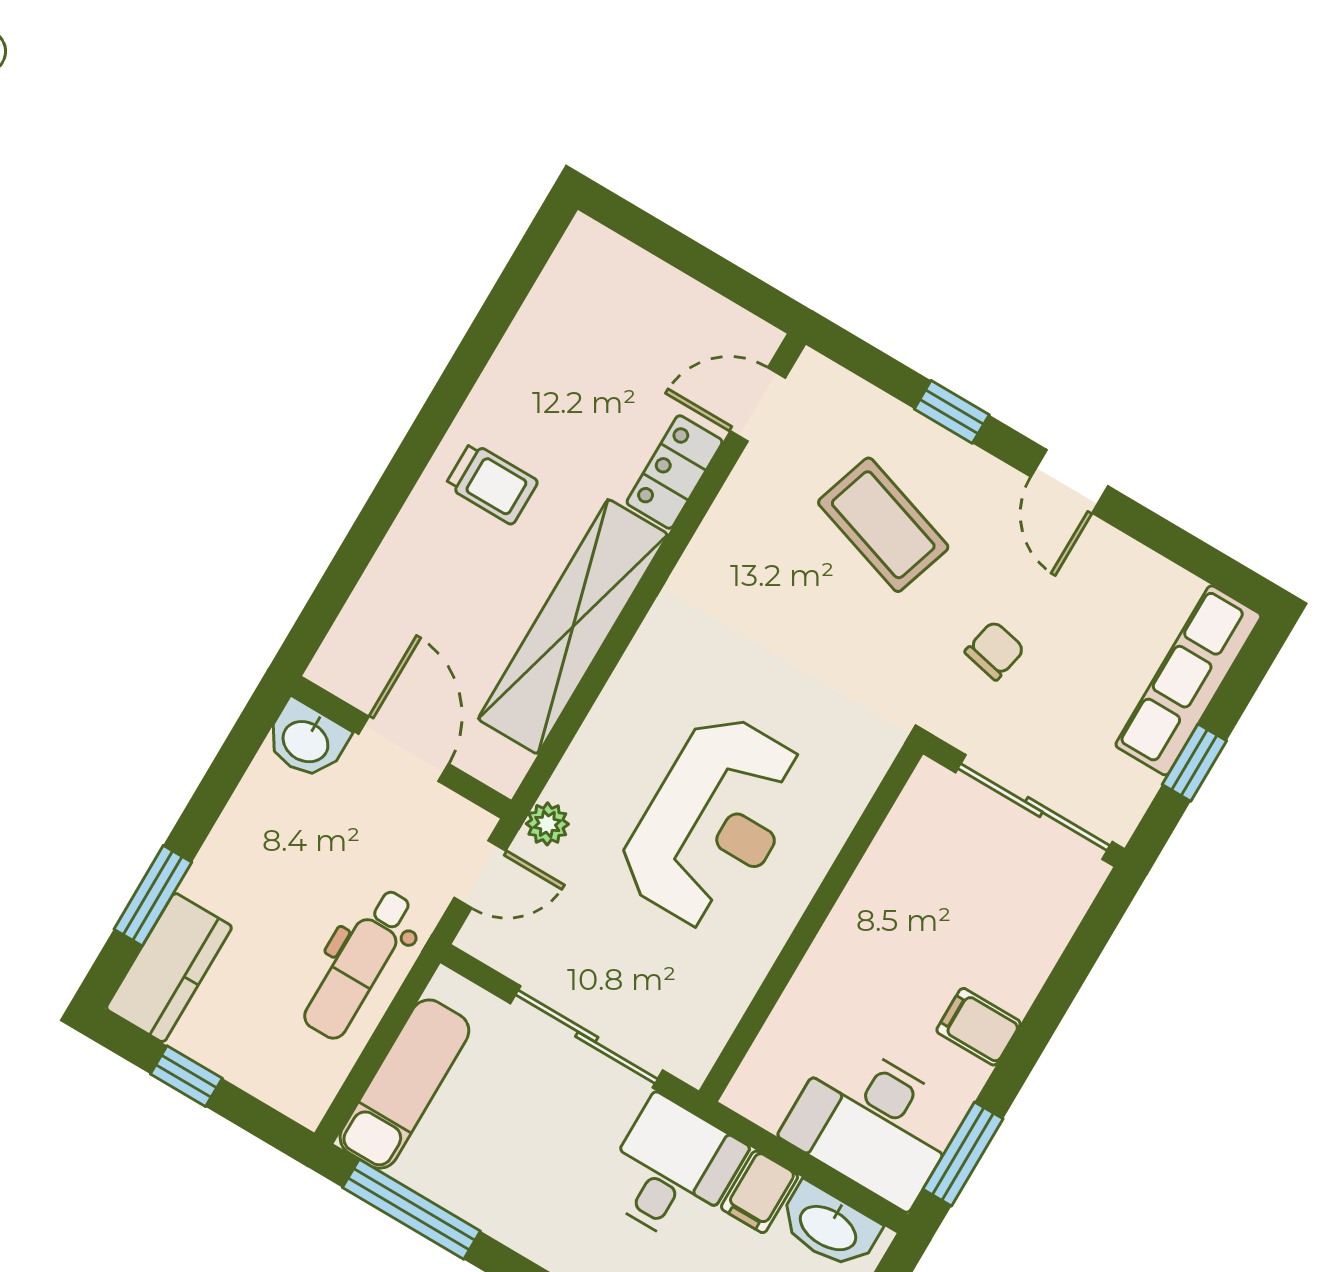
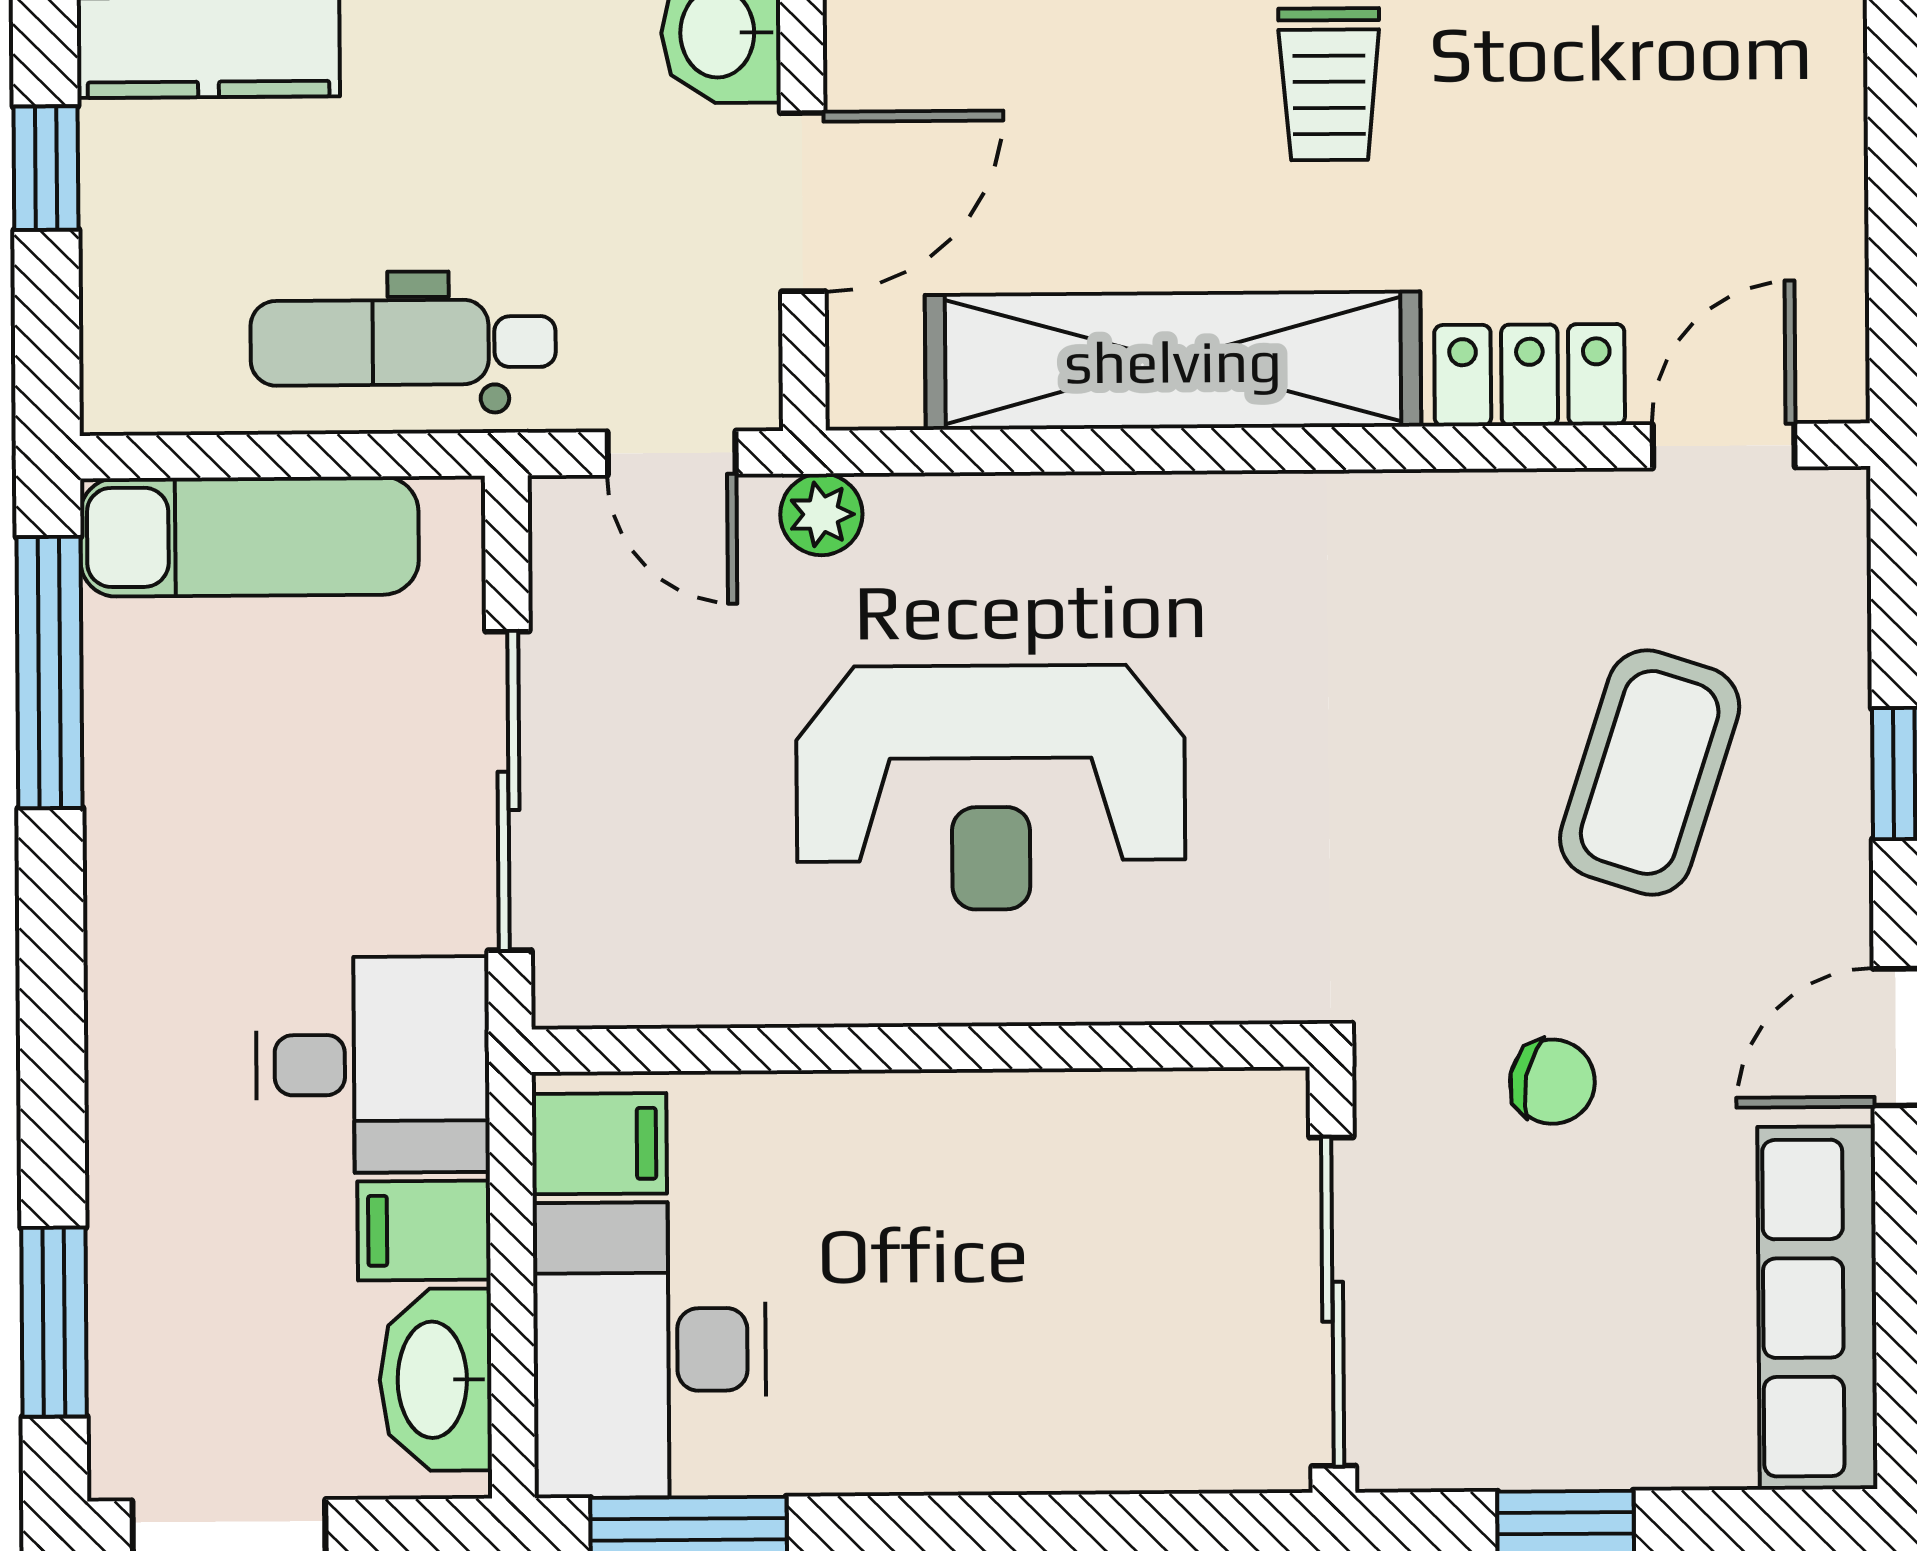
door: (758, 405) -> (1724, 446), hinge flipped
row of seats: (1188, 680) -> (1817, 1308), moved, turned -90
filing cabinet: (978, 1027) -> (599, 1144), moved, turned 90

